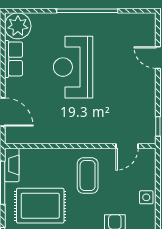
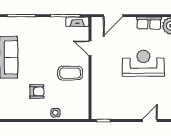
door: (127, 146) -> (90, 48), moved
rug: (40, 206) -> (50, 41), removed

